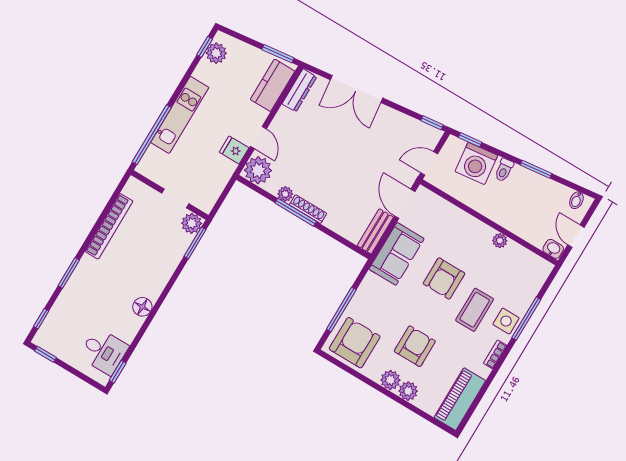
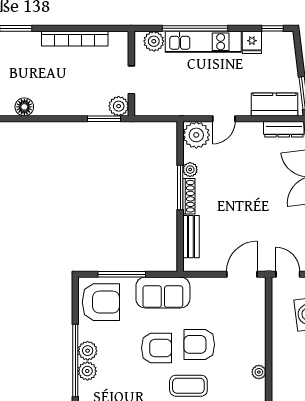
plant: (216, 53) -> (154, 41), moved
window: (152, 135) -> (195, 28), moved
fridge: (234, 150) -> (252, 42), moved, turned 180
bench: (375, 231) -> (191, 237), moved, turned 90
sofa: (397, 254) -> (163, 293), moved
armchair: (415, 346) -> (156, 348), moved
window: (393, 396) -> (75, 361), added

